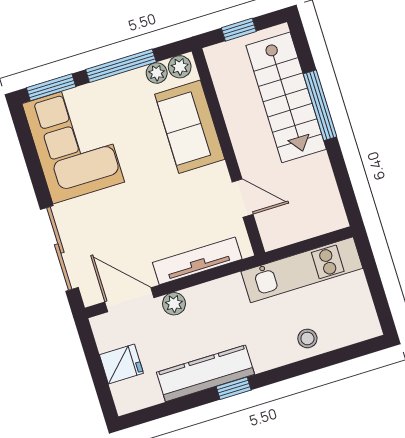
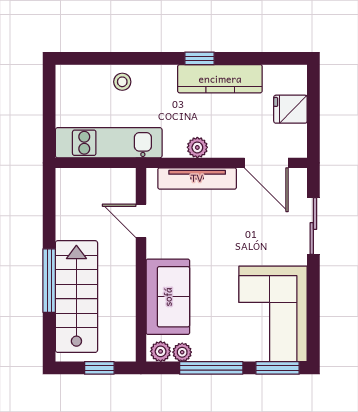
sliding door: (59, 248) -> (313, 226), width x0.73
plant: (174, 304) -> (197, 147), moved

